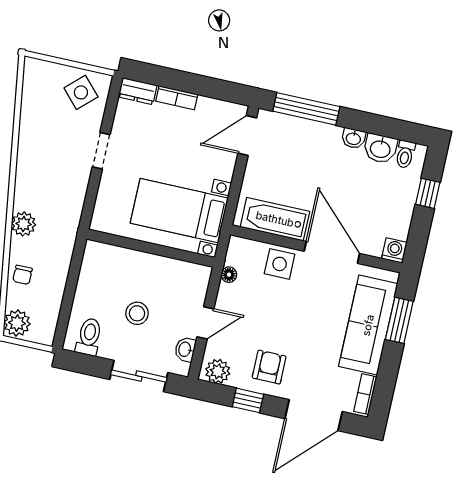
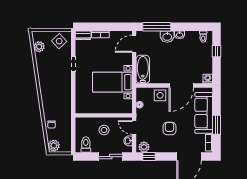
washbasin: (380, 148) -> (167, 37), moved
bathtub: (275, 219) -> (143, 69), moved, turned 90
plant: (24, 224) -> (39, 47), moved
wall: (151, 248) -> (104, 115), moved
door: (332, 252) -> (181, 85), swing flipped
window: (399, 320) -> (217, 125), moved
door: (205, 323) -> (134, 128), swing flipped
armchair: (269, 367) -> (170, 128), moved
window: (248, 400) -> (149, 157), moved

